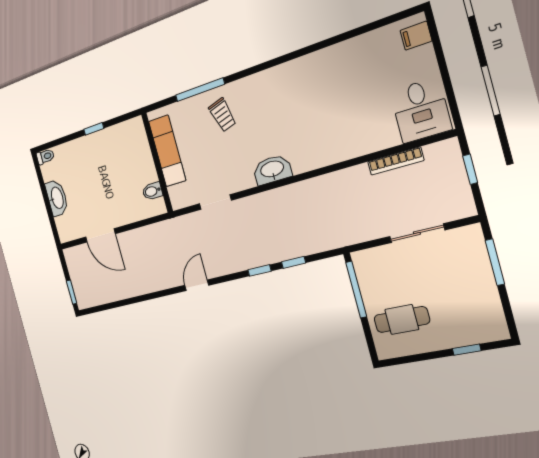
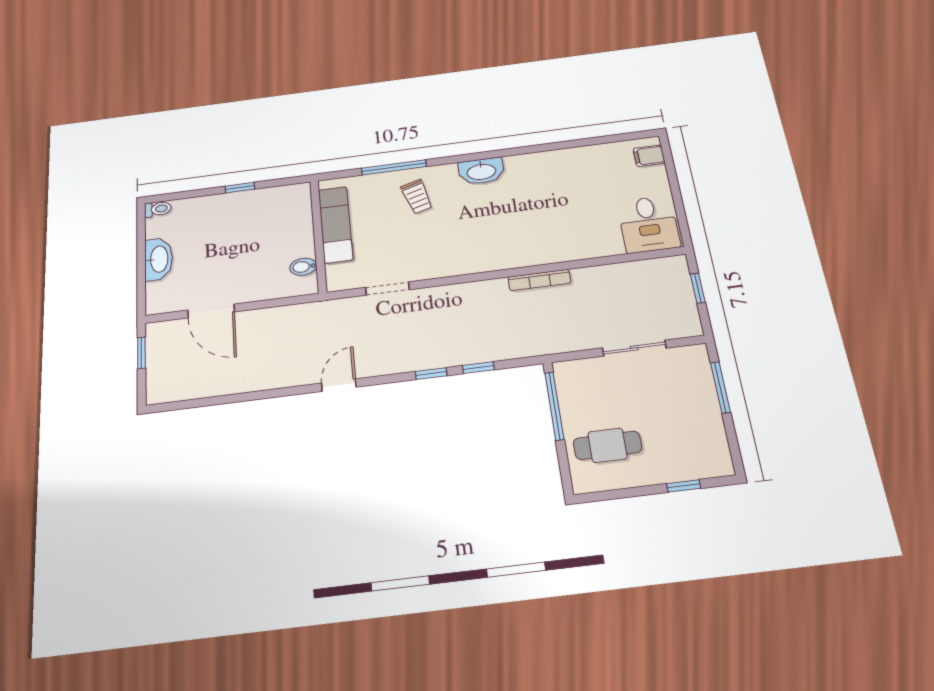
bookcase: (396, 161) -> (539, 280), moved
washbasin: (272, 170) -> (481, 171), moved, turned 180
window: (72, 292) -> (141, 353), moved

